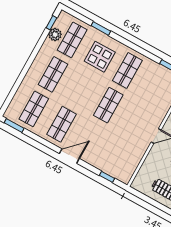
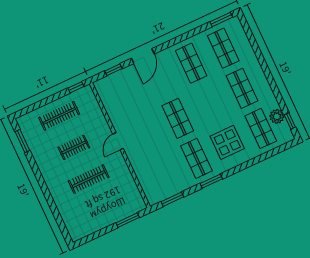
window: (101, 28) -> (211, 181), moved
door: (69, 156) -> (143, 56), moved
window: (139, 195) -> (76, 87), added

